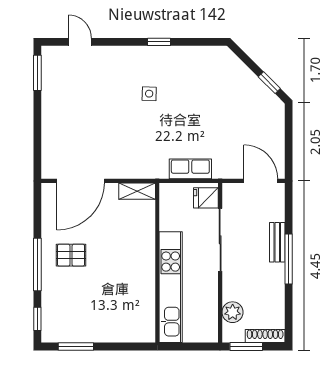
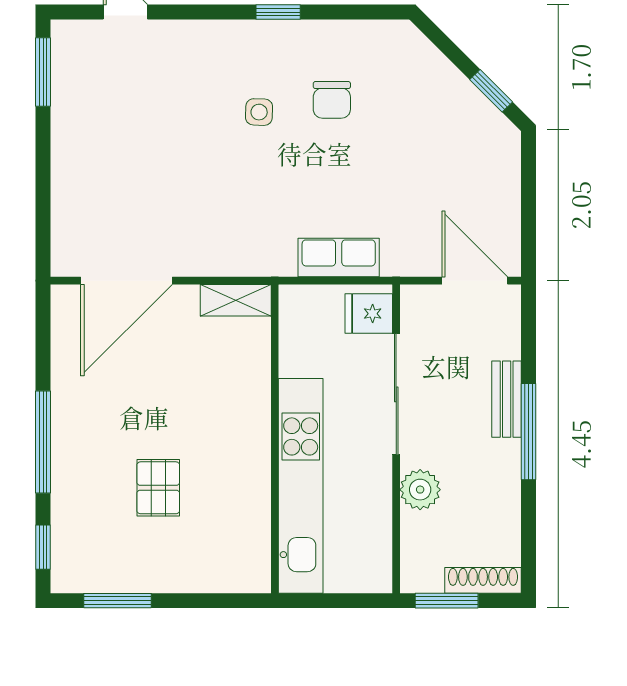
chair: (187, 87) -> (332, 100), added
pallet: (71, 255) -> (158, 488), moved, turned 90
plant: (233, 312) -> (420, 490), moved

